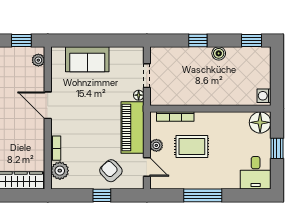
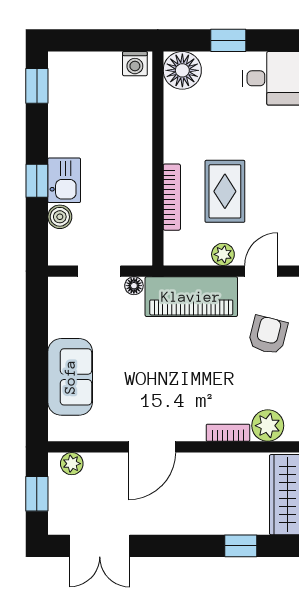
boiler: (219, 53) -> (60, 217), moved
kitchen sink: (198, 56) -> (64, 180), added
bookcase: (175, 117) -> (172, 197), moved
armchair: (111, 171) -> (268, 335), turned 147

